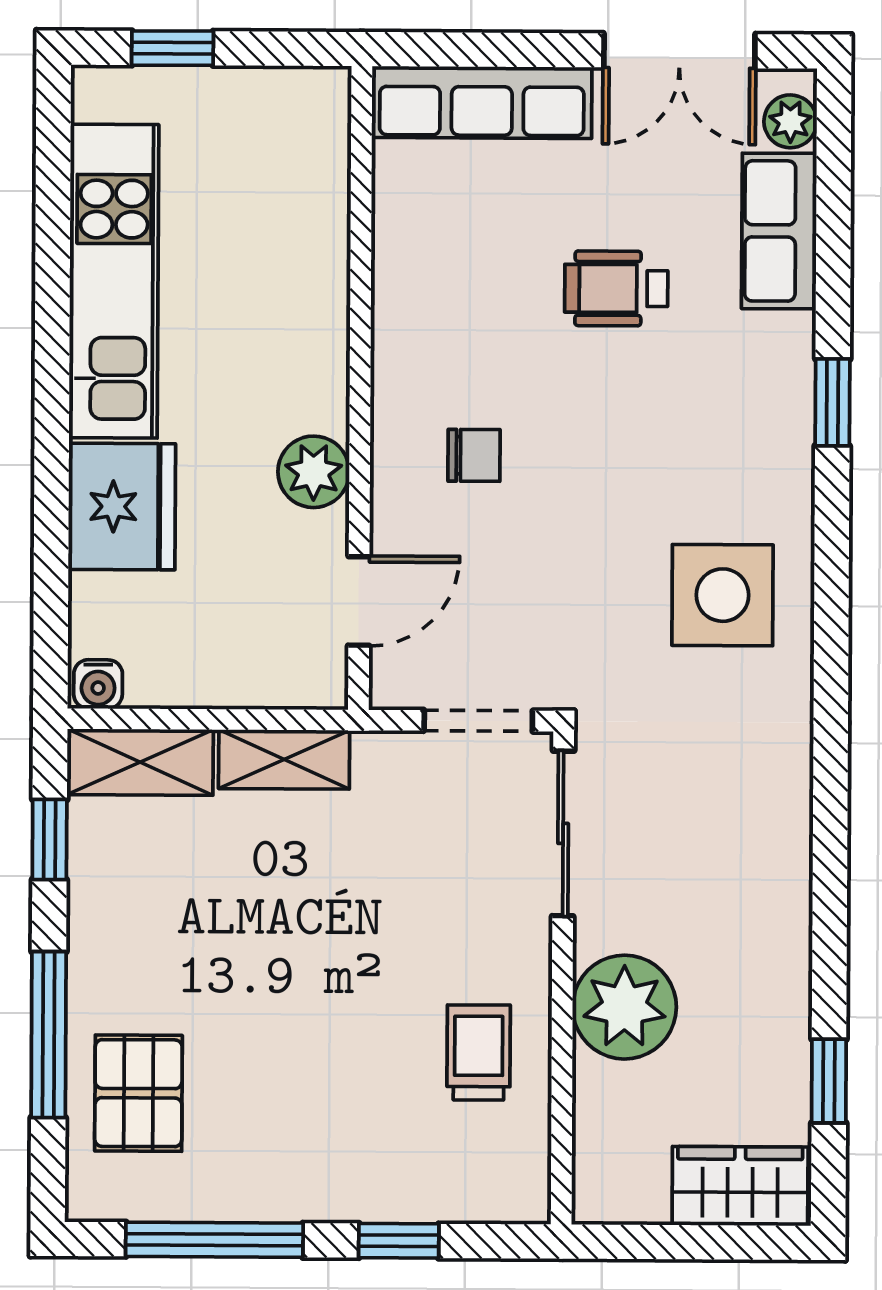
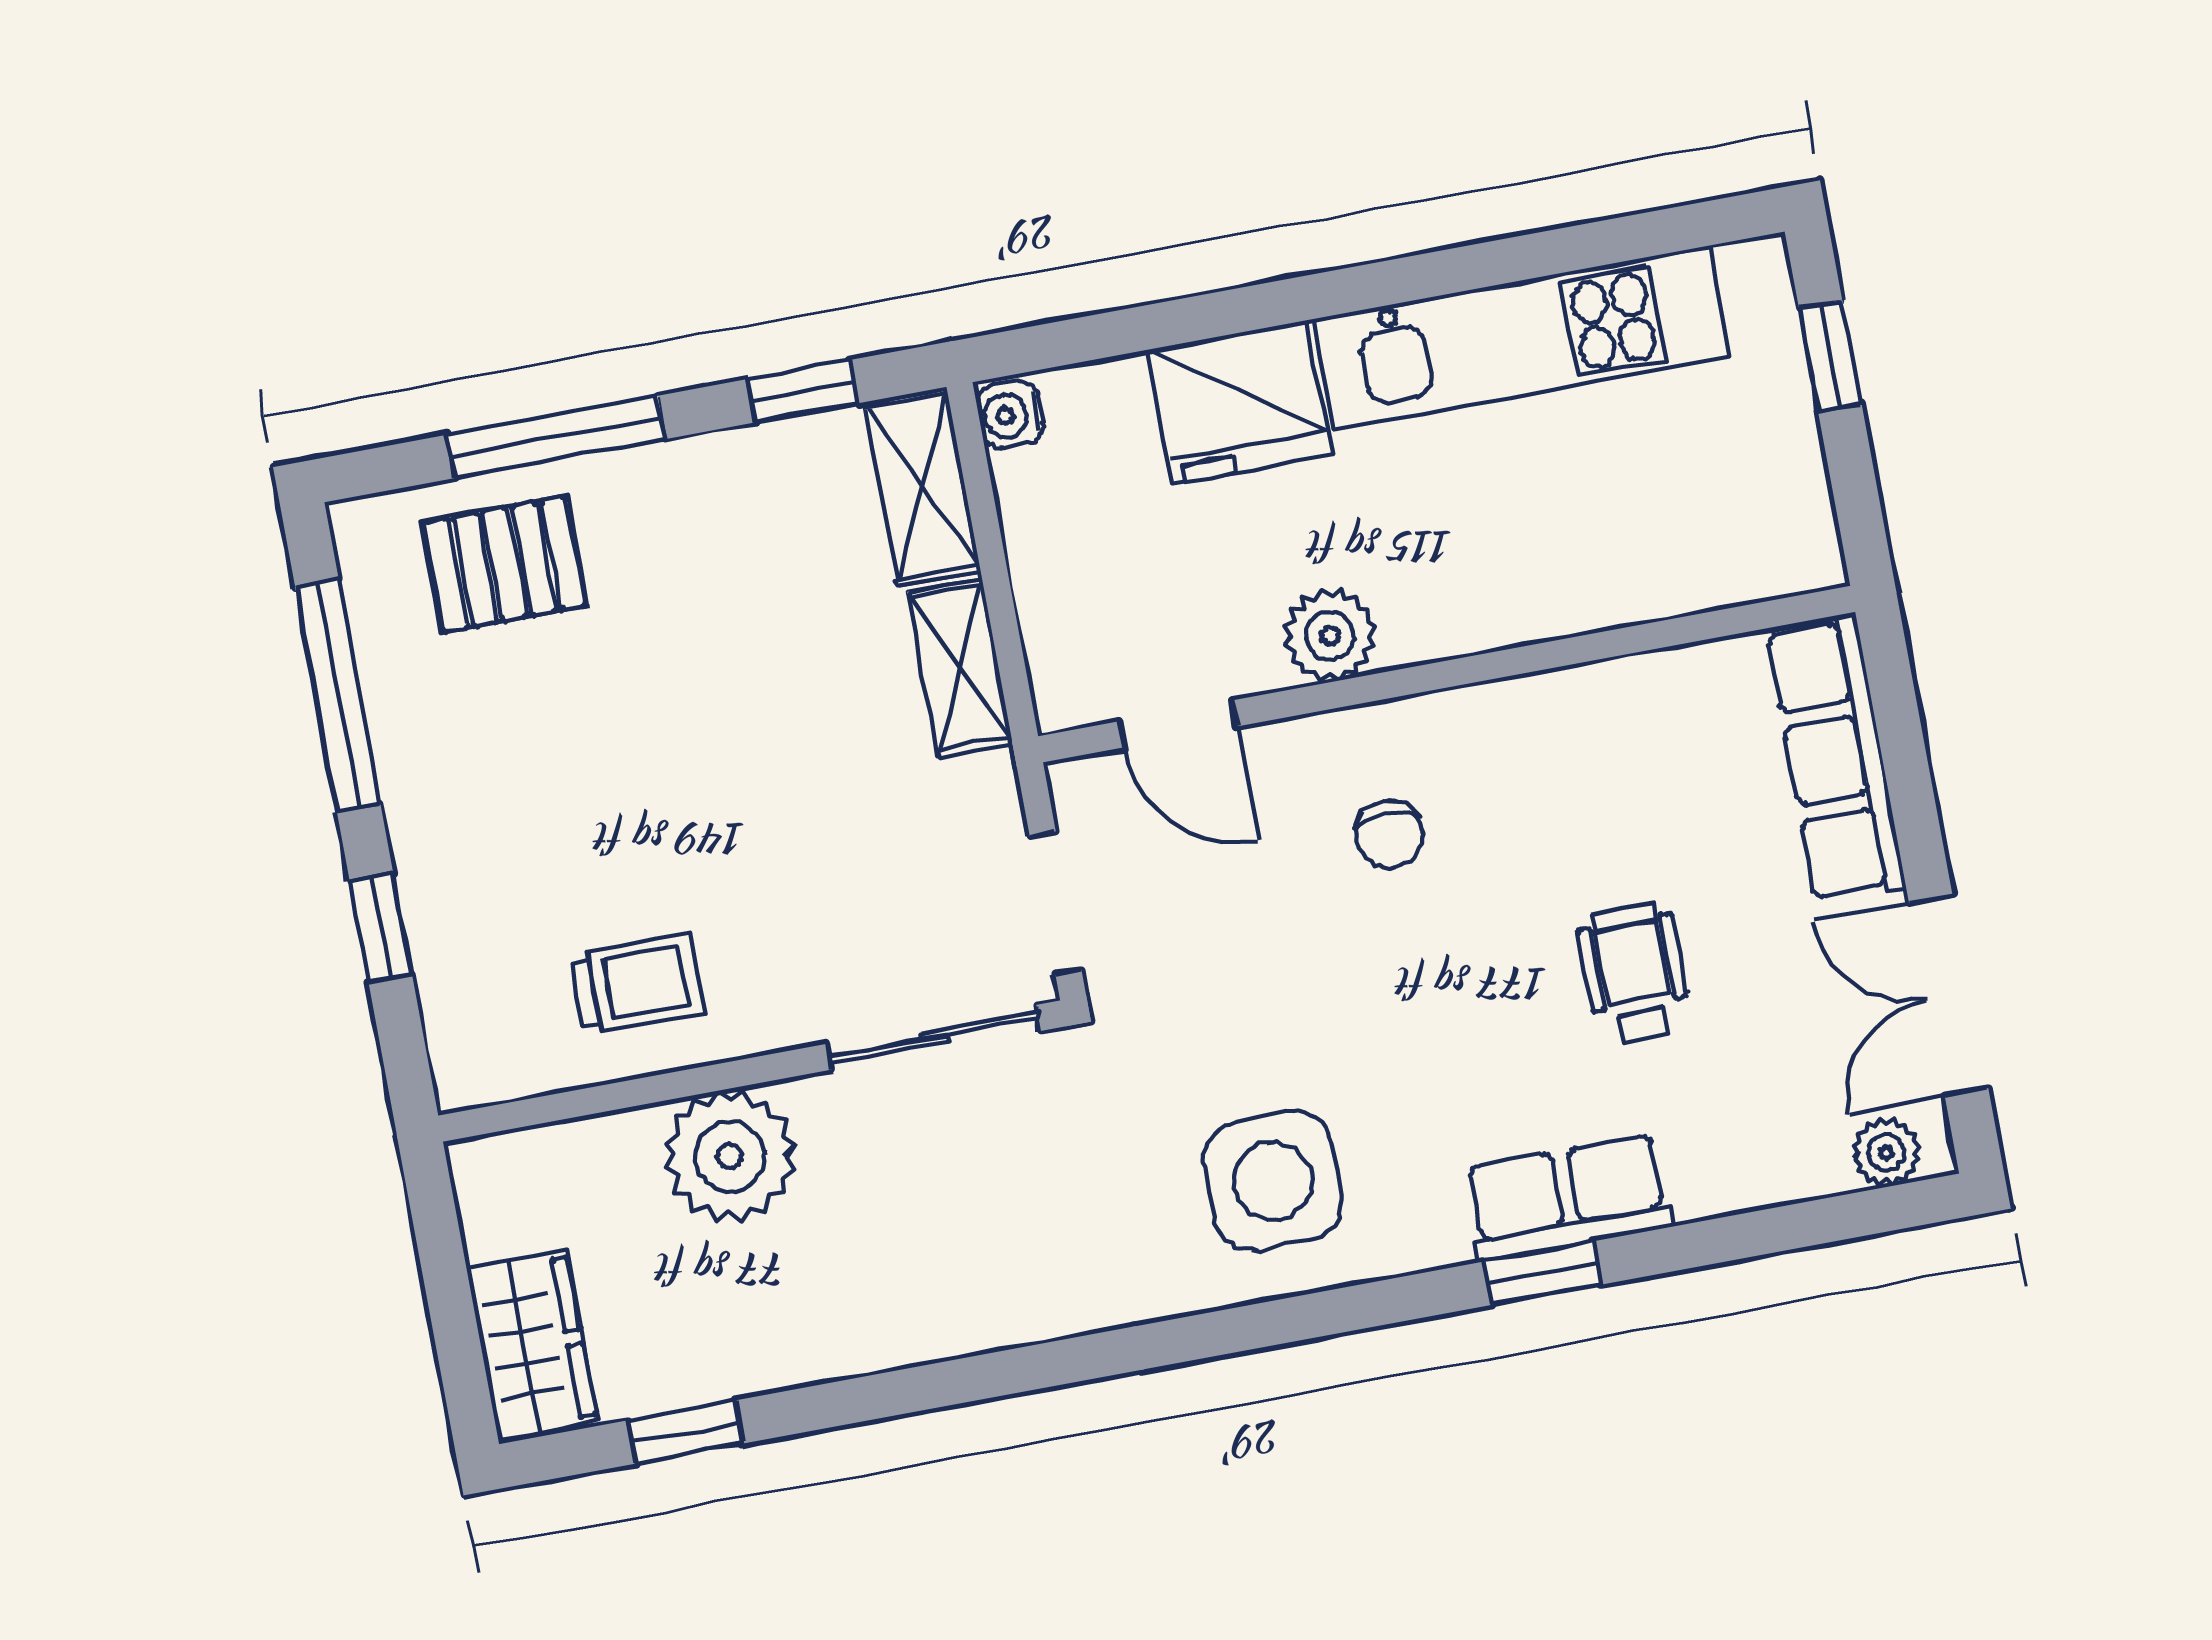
row of seats: (779, 231) -> (1567, 1198), moved

